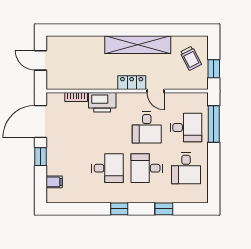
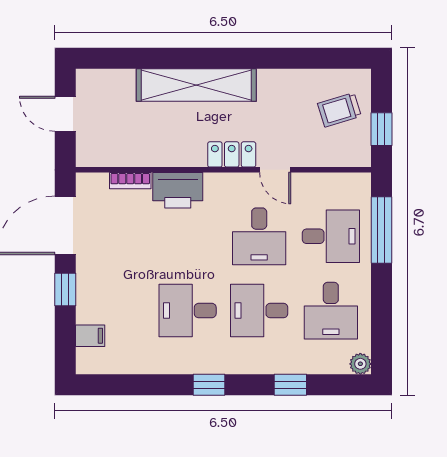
shelving: (138, 45) -> (196, 85), moved
trolley: (191, 58) -> (339, 110), turned 100
desk: (107, 168) -> (188, 311), turned 180
plant: (202, 197) -> (360, 364), added

